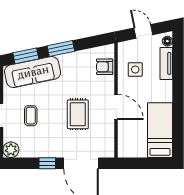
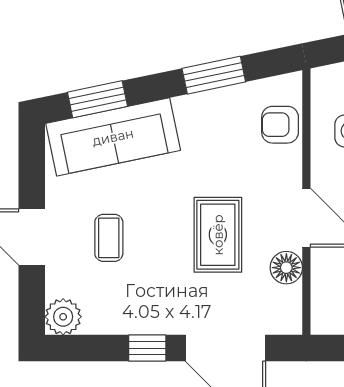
window: (61, 49) -> (214, 75), moved
floor lamp: (107, 129) -> (286, 268), added

